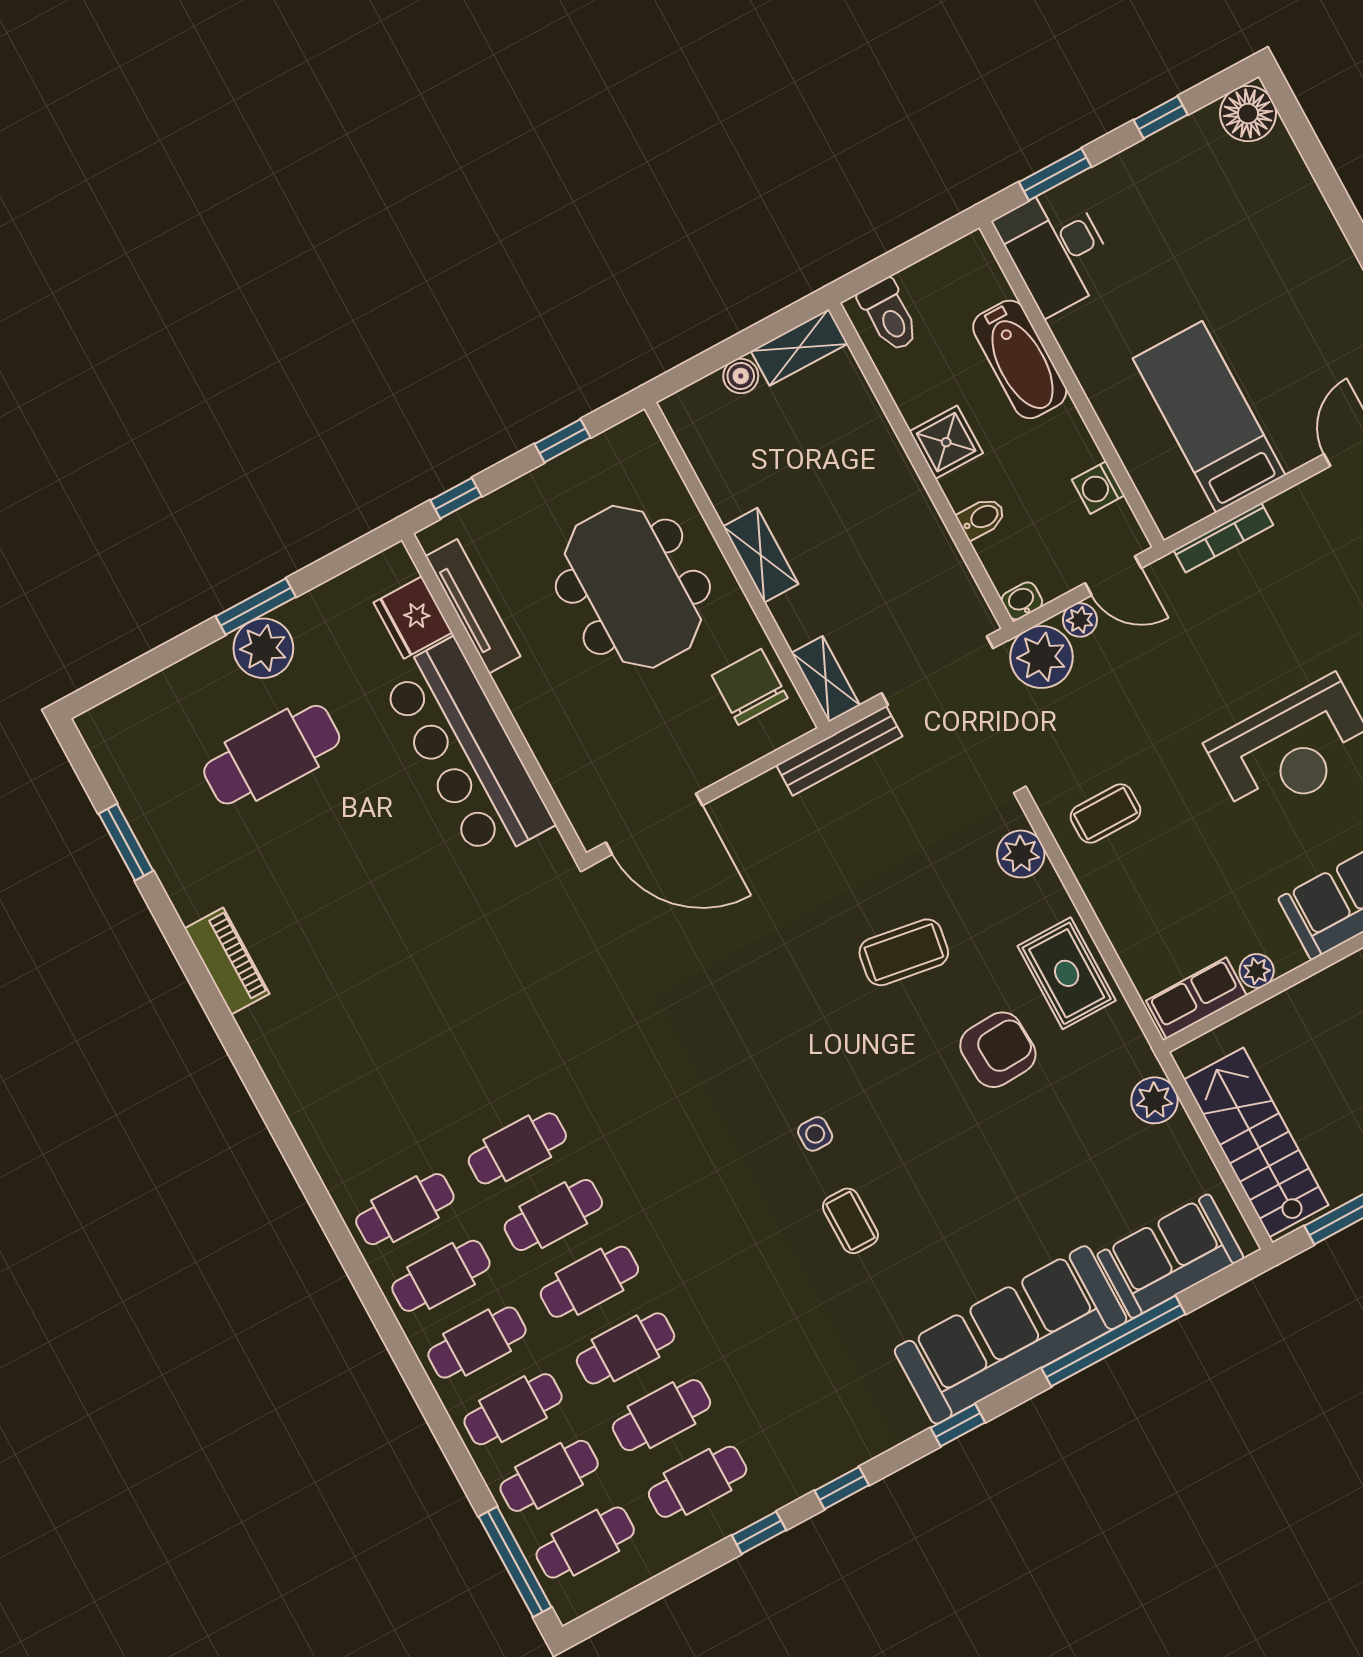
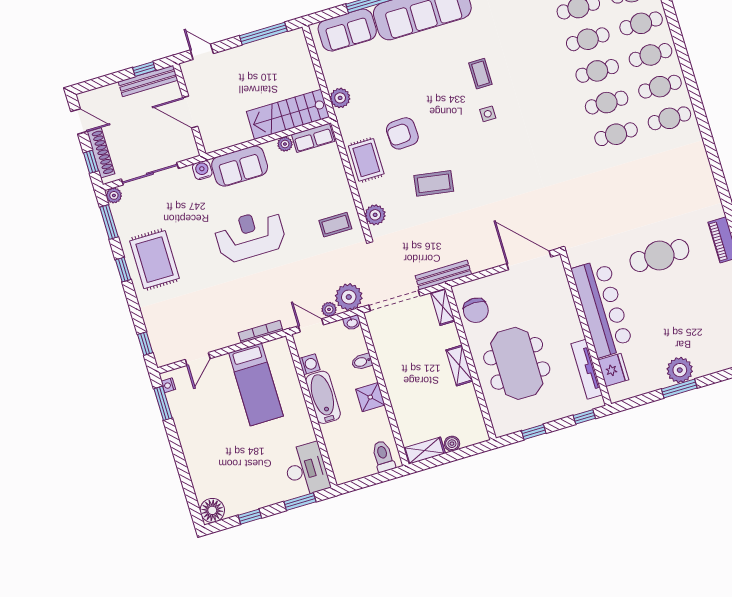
bathtub: (1020, 359) -> (323, 397), moved
cafe table: (272, 755) -> (659, 256), moved
stairs: (1256, 1142) -> (288, 114), moved, turned 90

